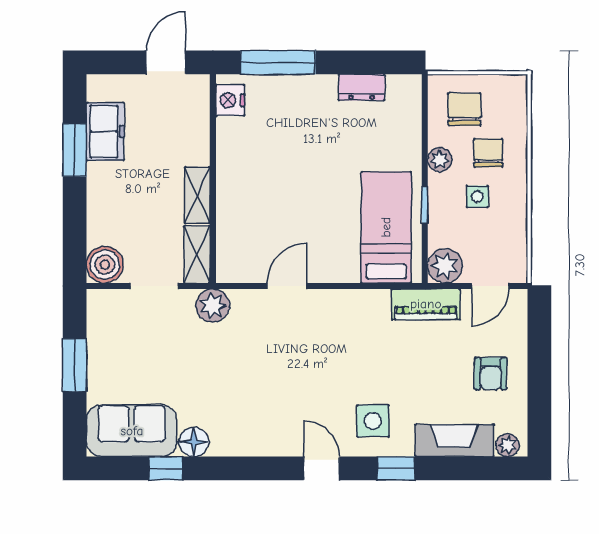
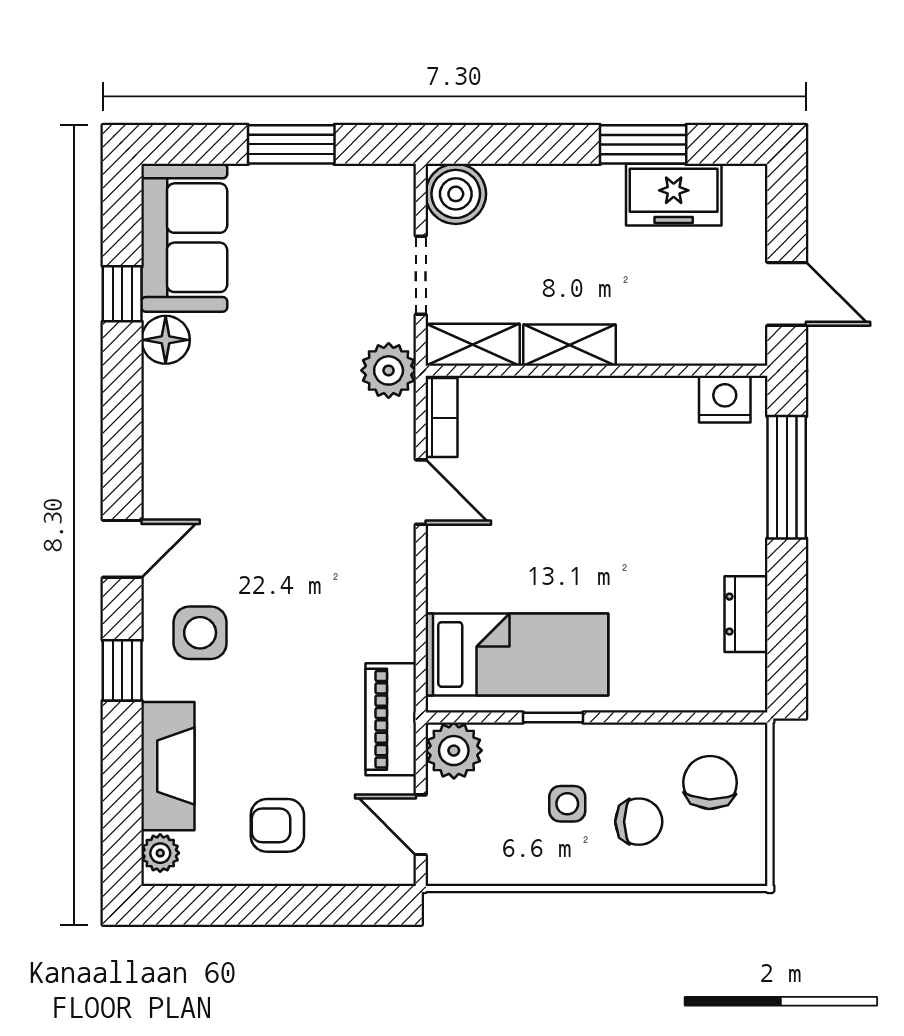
chair: (464, 109) -> (710, 782), turned -88
plant: (440, 160) -> (628, 742), removed
bookcase: (241, 273) -> (441, 418), added

